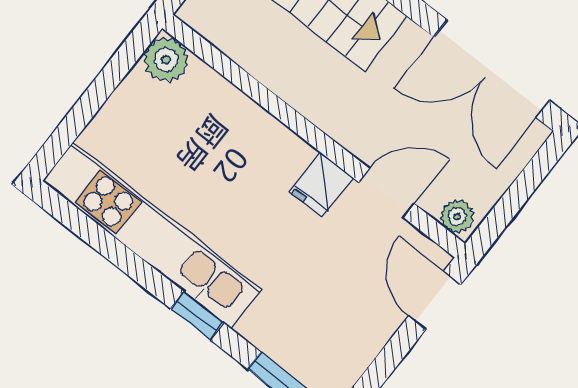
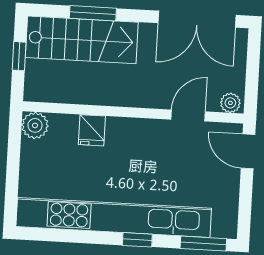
fridge: (321, 185) -> (92, 130), moved
kitchen unit: (152, 235) -> (114, 217), width x1.36

